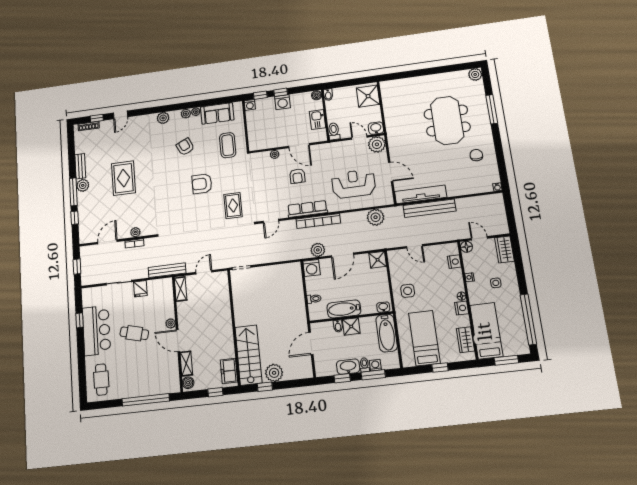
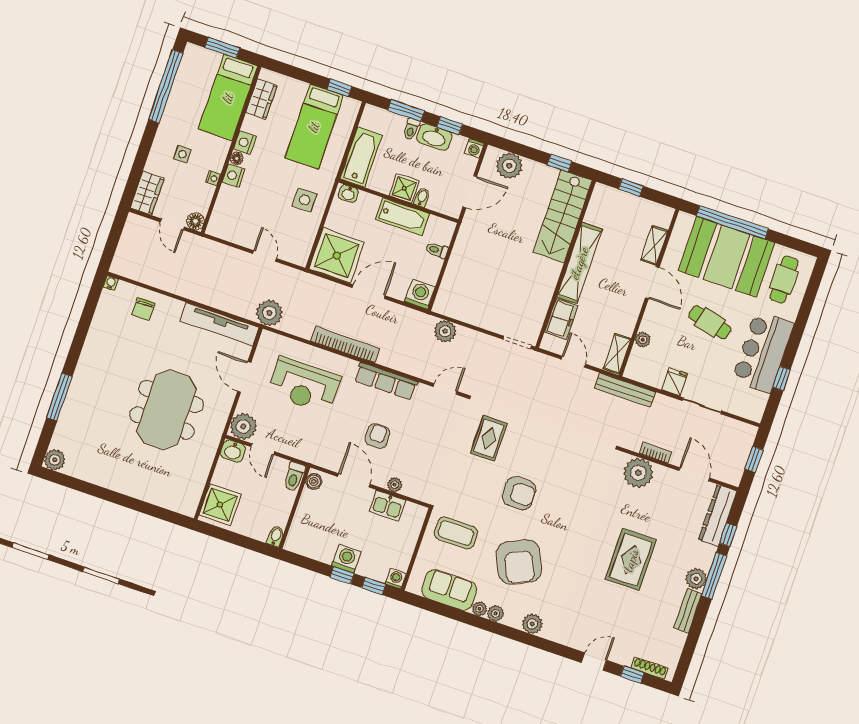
boiler: (317, 95) -> (314, 481), moved
kitchen sink: (317, 120) -> (388, 506), moved, turned 90
meeting table: (447, 120) -> (167, 410), moved
coffee table: (228, 145) -> (456, 533), turned 90
armchair: (185, 147) -> (519, 562), width x1.88, depth x1.88
chair: (476, 155) -> (143, 309), moved
bench: (429, 208) -> (217, 299), removed
plant: (376, 217) -> (269, 313), moved
bookcase: (318, 221) -> (345, 345), moved
dresser: (85, 225) -> (718, 515), added
plant: (135, 232) -> (638, 473), width x1.88, depth x1.88
door: (107, 242) -> (694, 474), swing flipped
plant: (318, 250) -> (445, 331), moved
shower: (378, 260) -> (337, 255), width x1.86, depth x1.86
nightstand: (454, 262) -> (233, 176), moved
door: (204, 272) -> (573, 362), swing flipped
plant: (171, 323) -> (643, 340), moved
shelving: (226, 332) -> (579, 263), added
washing machine: (375, 365) -> (474, 148), moved
window: (440, 367) -> (339, 88), moved
freezer: (229, 371) -> (561, 319), moved
plant: (274, 373) -> (509, 166), moved
booth: (141, 377) -> (726, 257), added
boiler: (188, 383) -> (663, 218), removed

